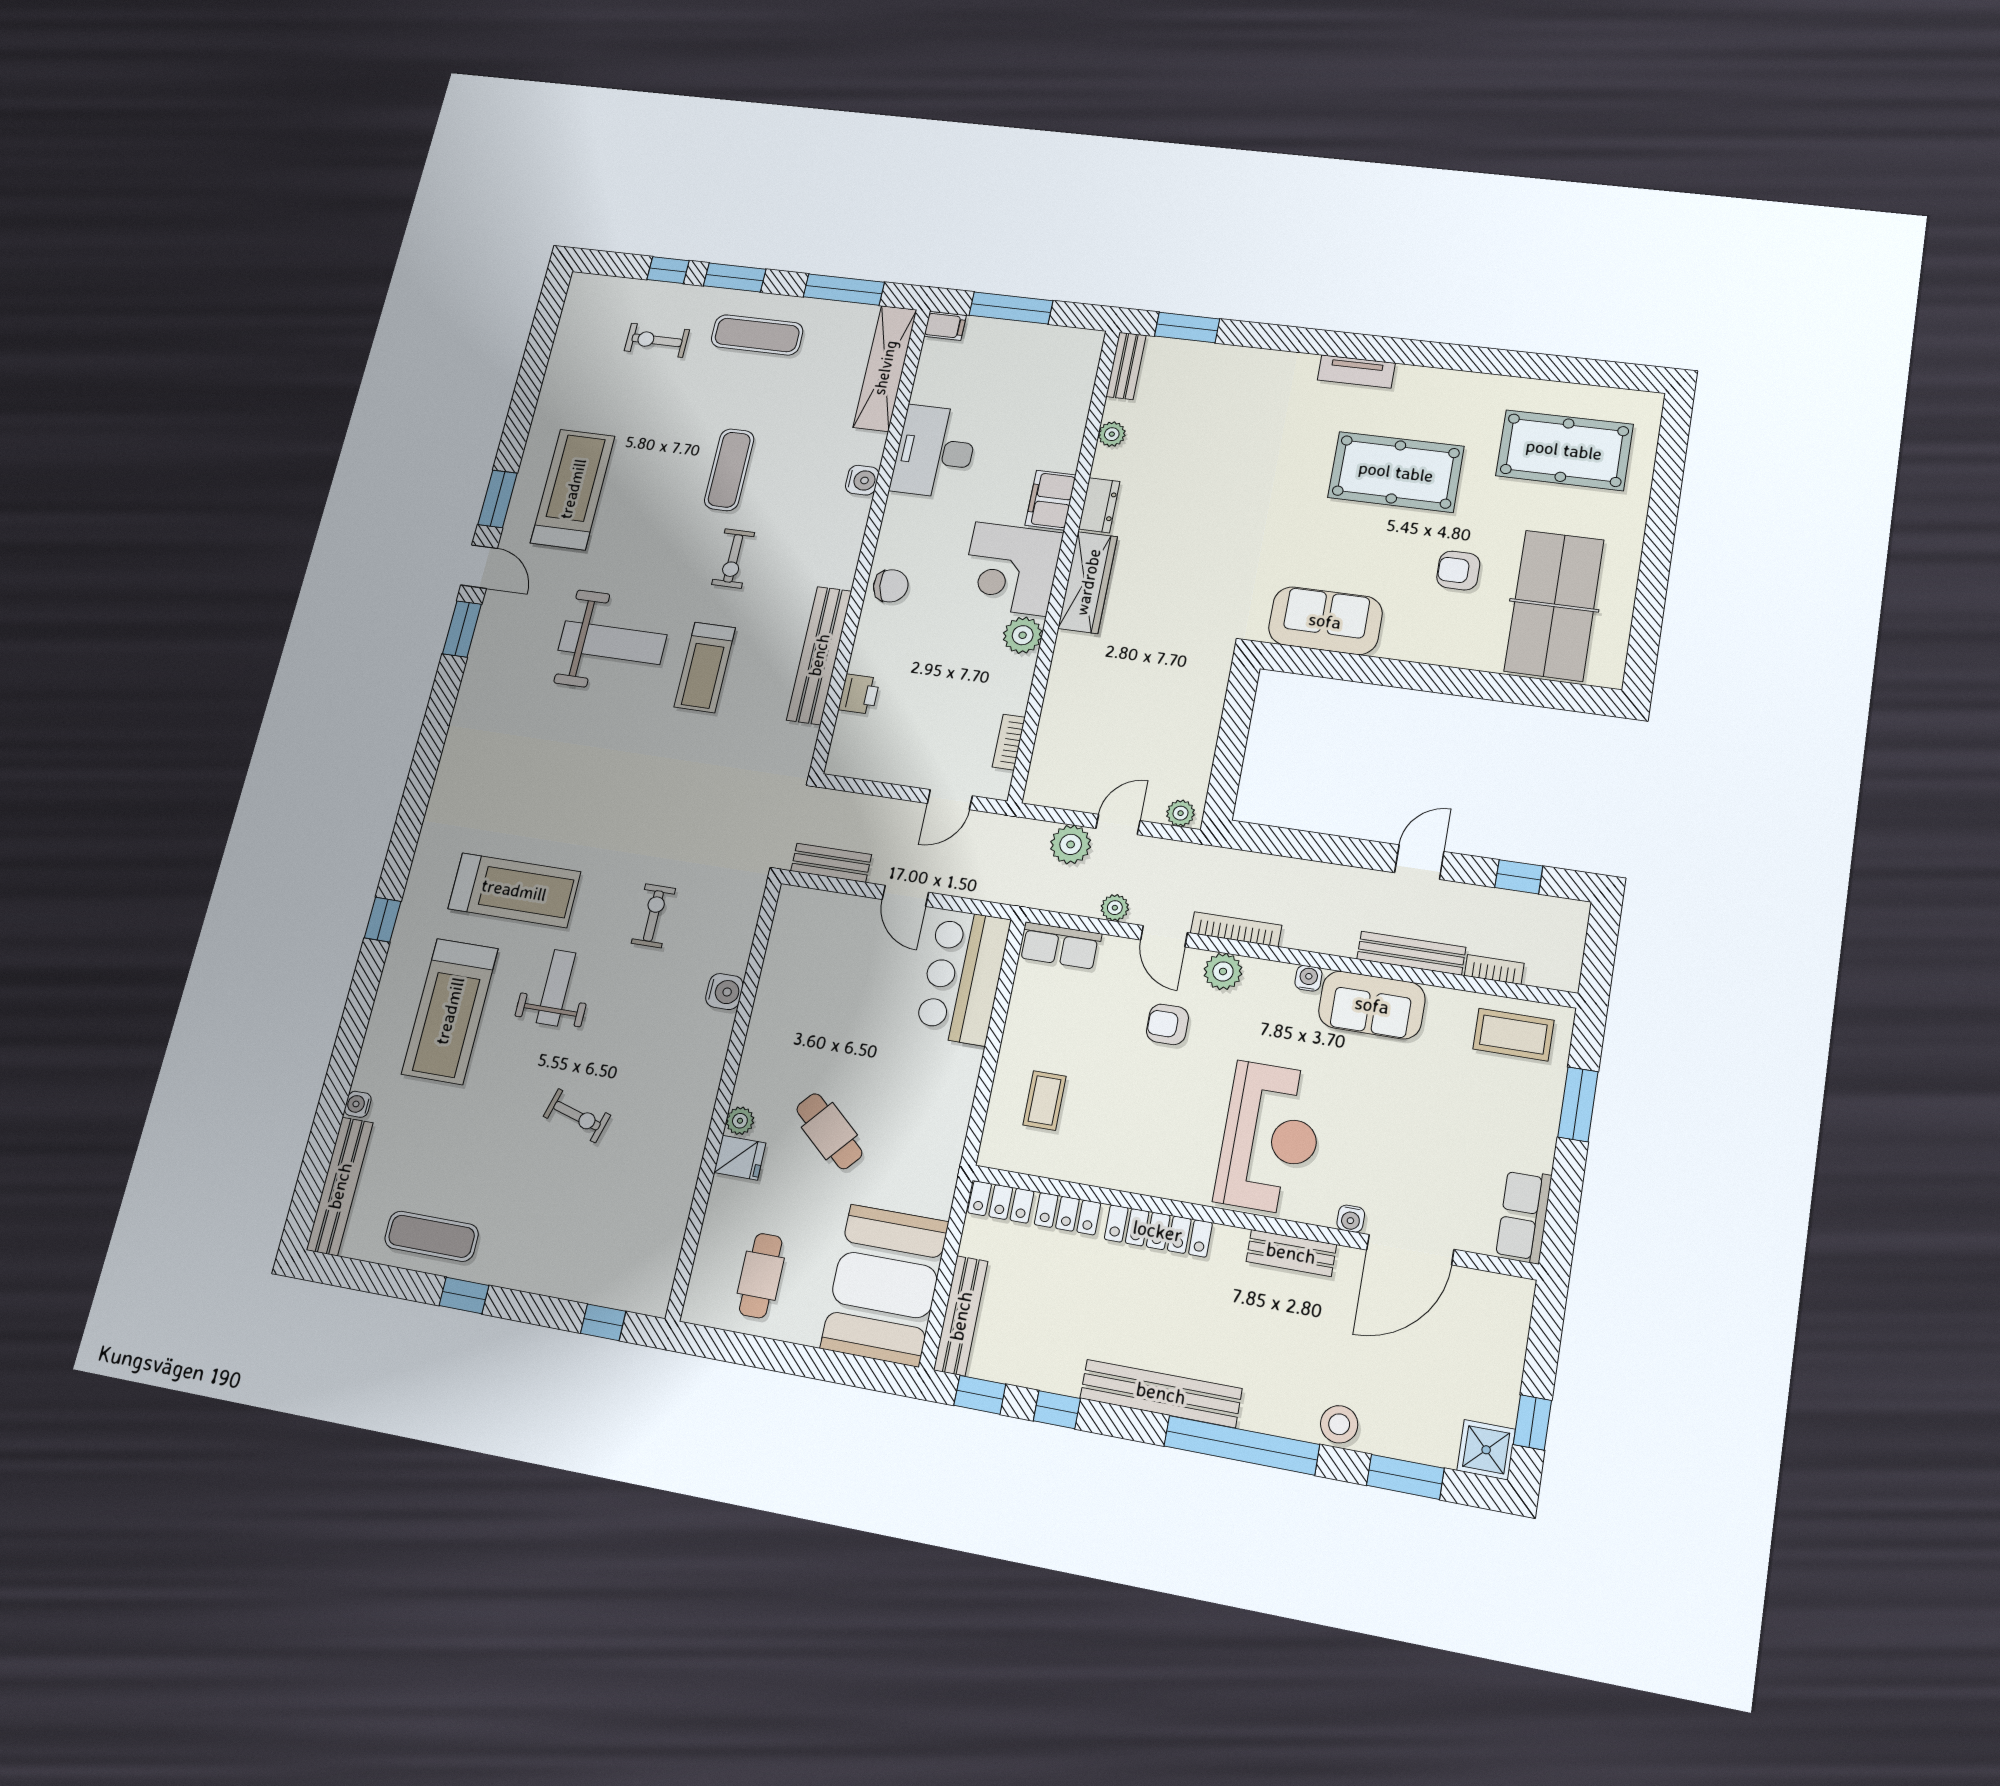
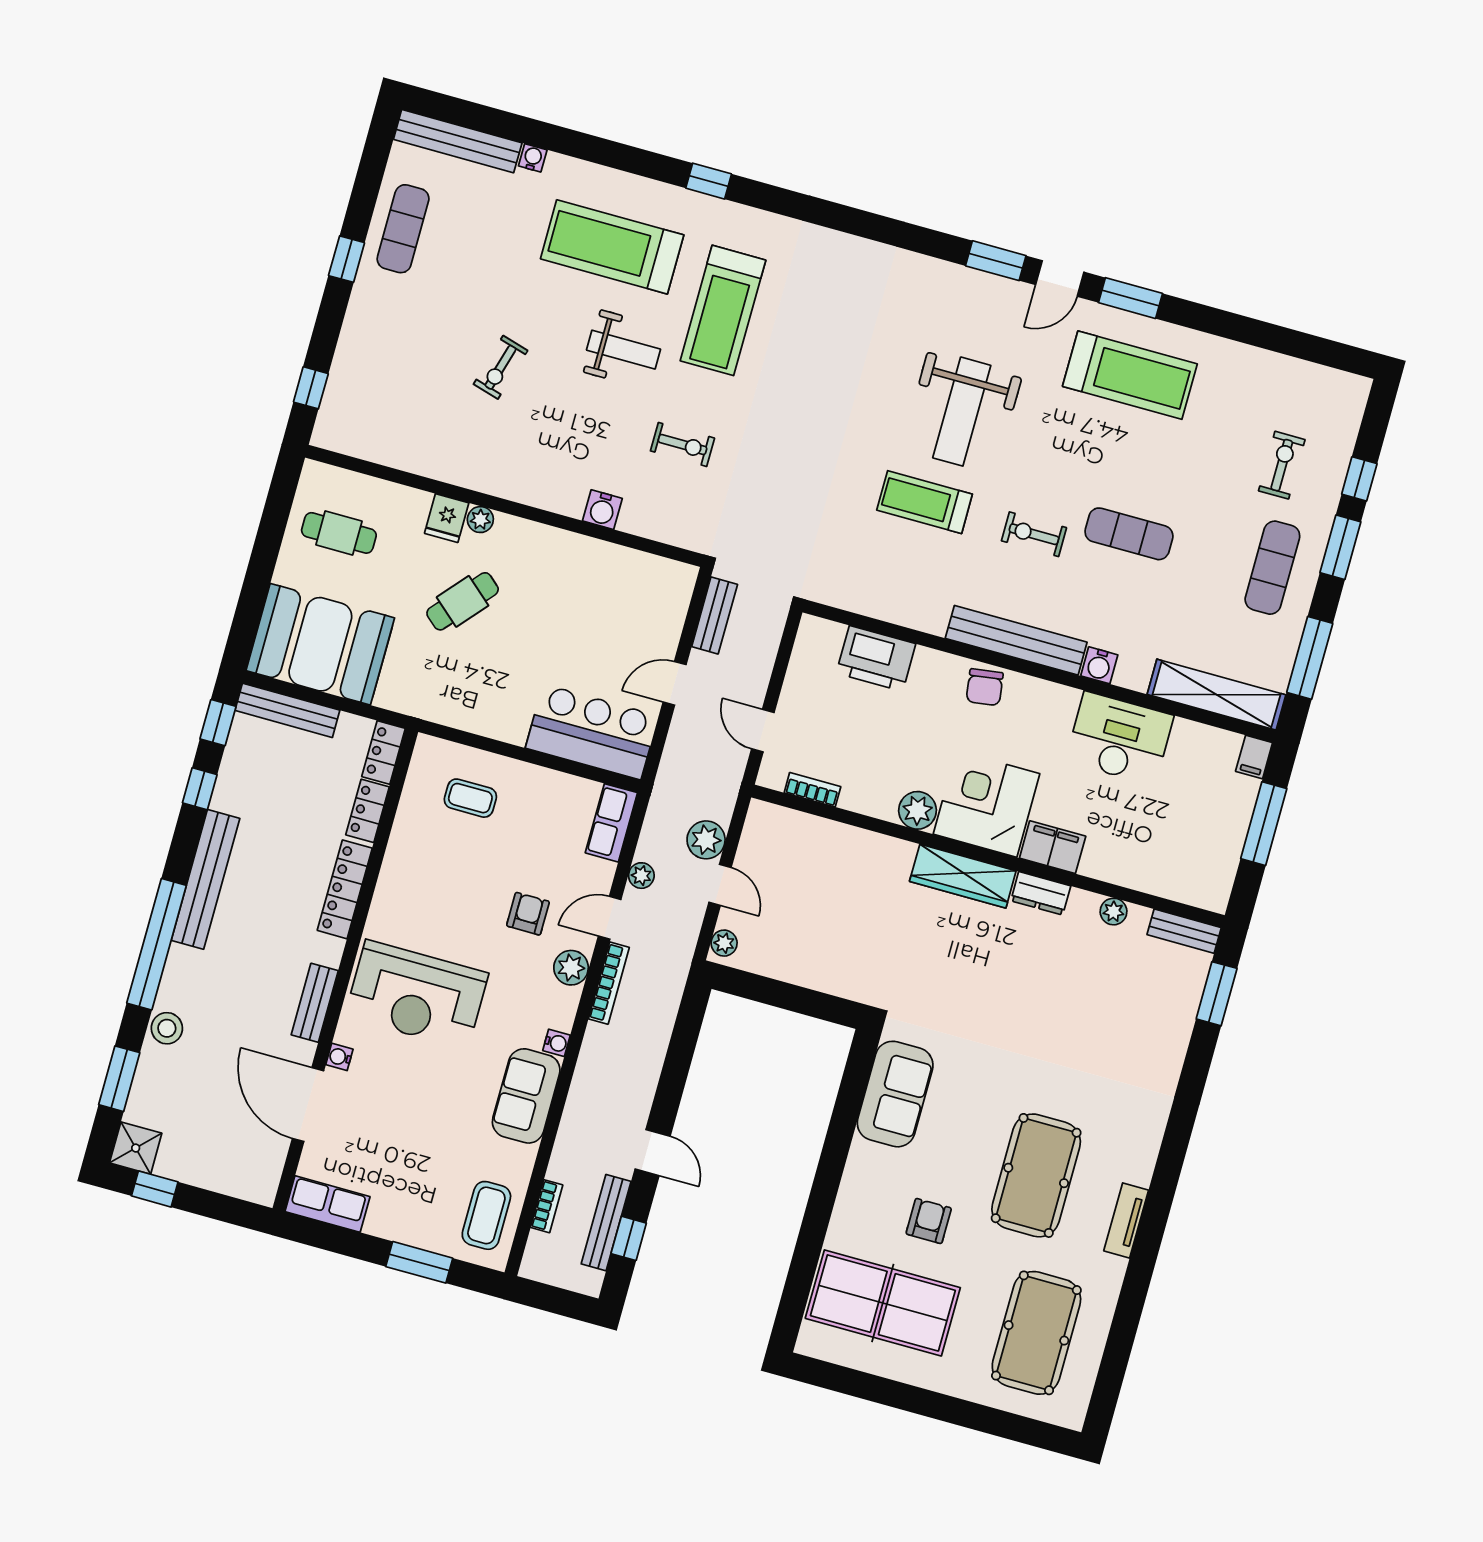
tv unit: (1356, 371) -> (1126, 1221), moved
bench: (819, 655) -> (1016, 640), moved
printer: (859, 694) -> (876, 658), width x1.87, depth x1.48
bench: (1411, 953) -> (606, 1223), moved

